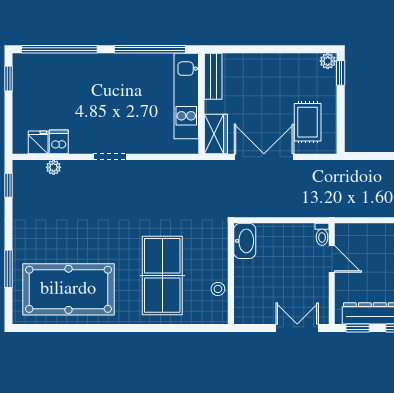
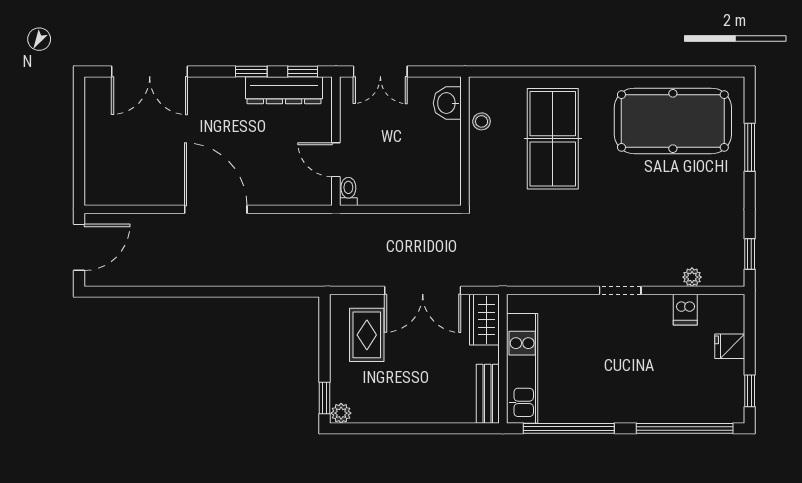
fridge: (38, 142) -> (730, 346), moved, turned 90
washbasin: (245, 241) -> (447, 103), moved, width x0.72

